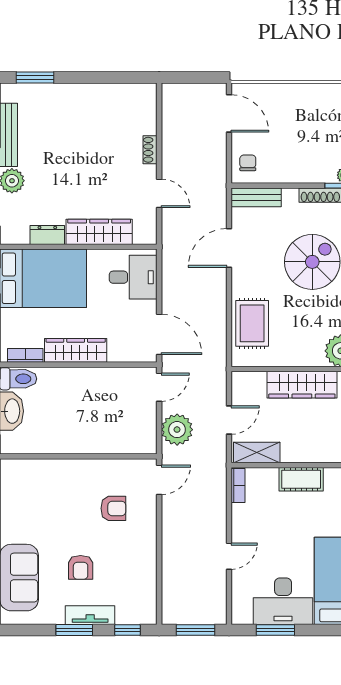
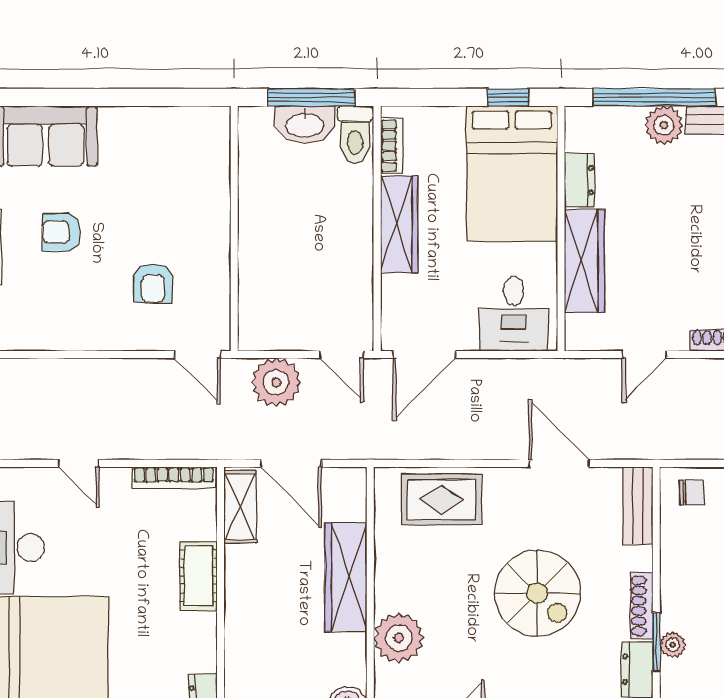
door: (229, 420) -> (291, 463), width x1.38
bookcase: (238, 485) -> (174, 477), width x1.56

